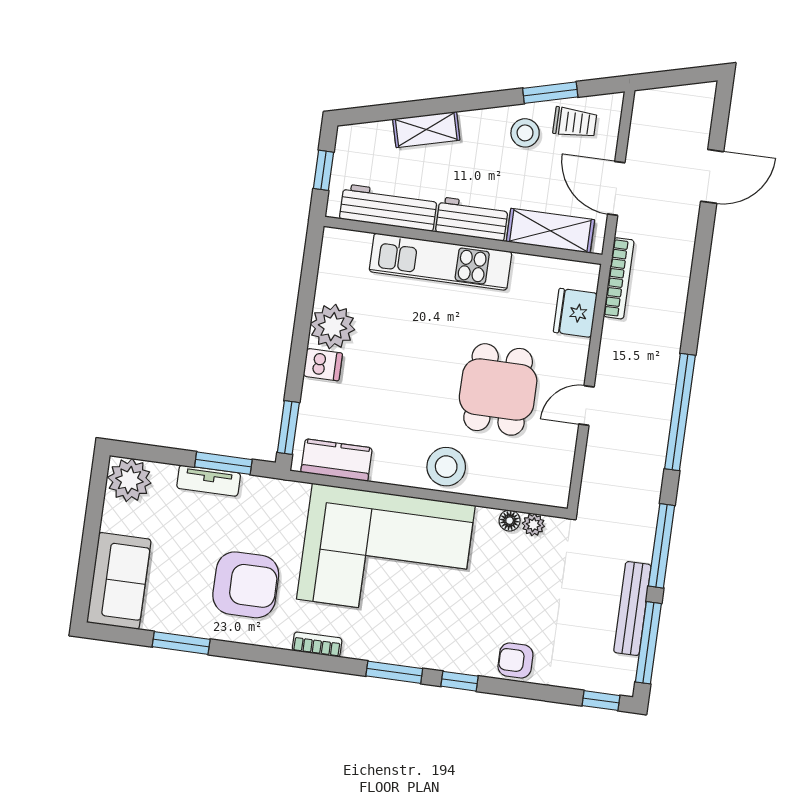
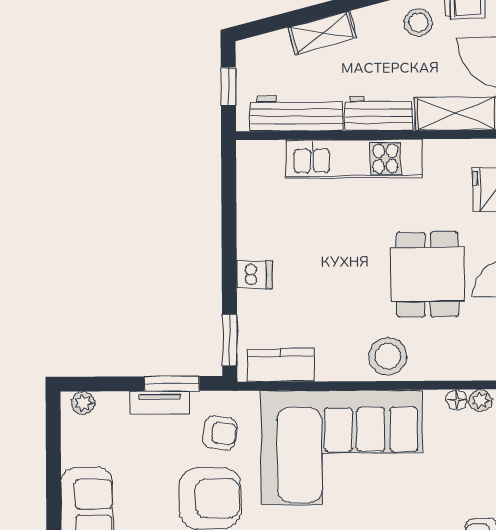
plant: (333, 327) -> (259, 236), removed
plant: (129, 480) -> (83, 403), width x0.53, depth x0.53
armchair: (265, 520) -> (220, 433), added

